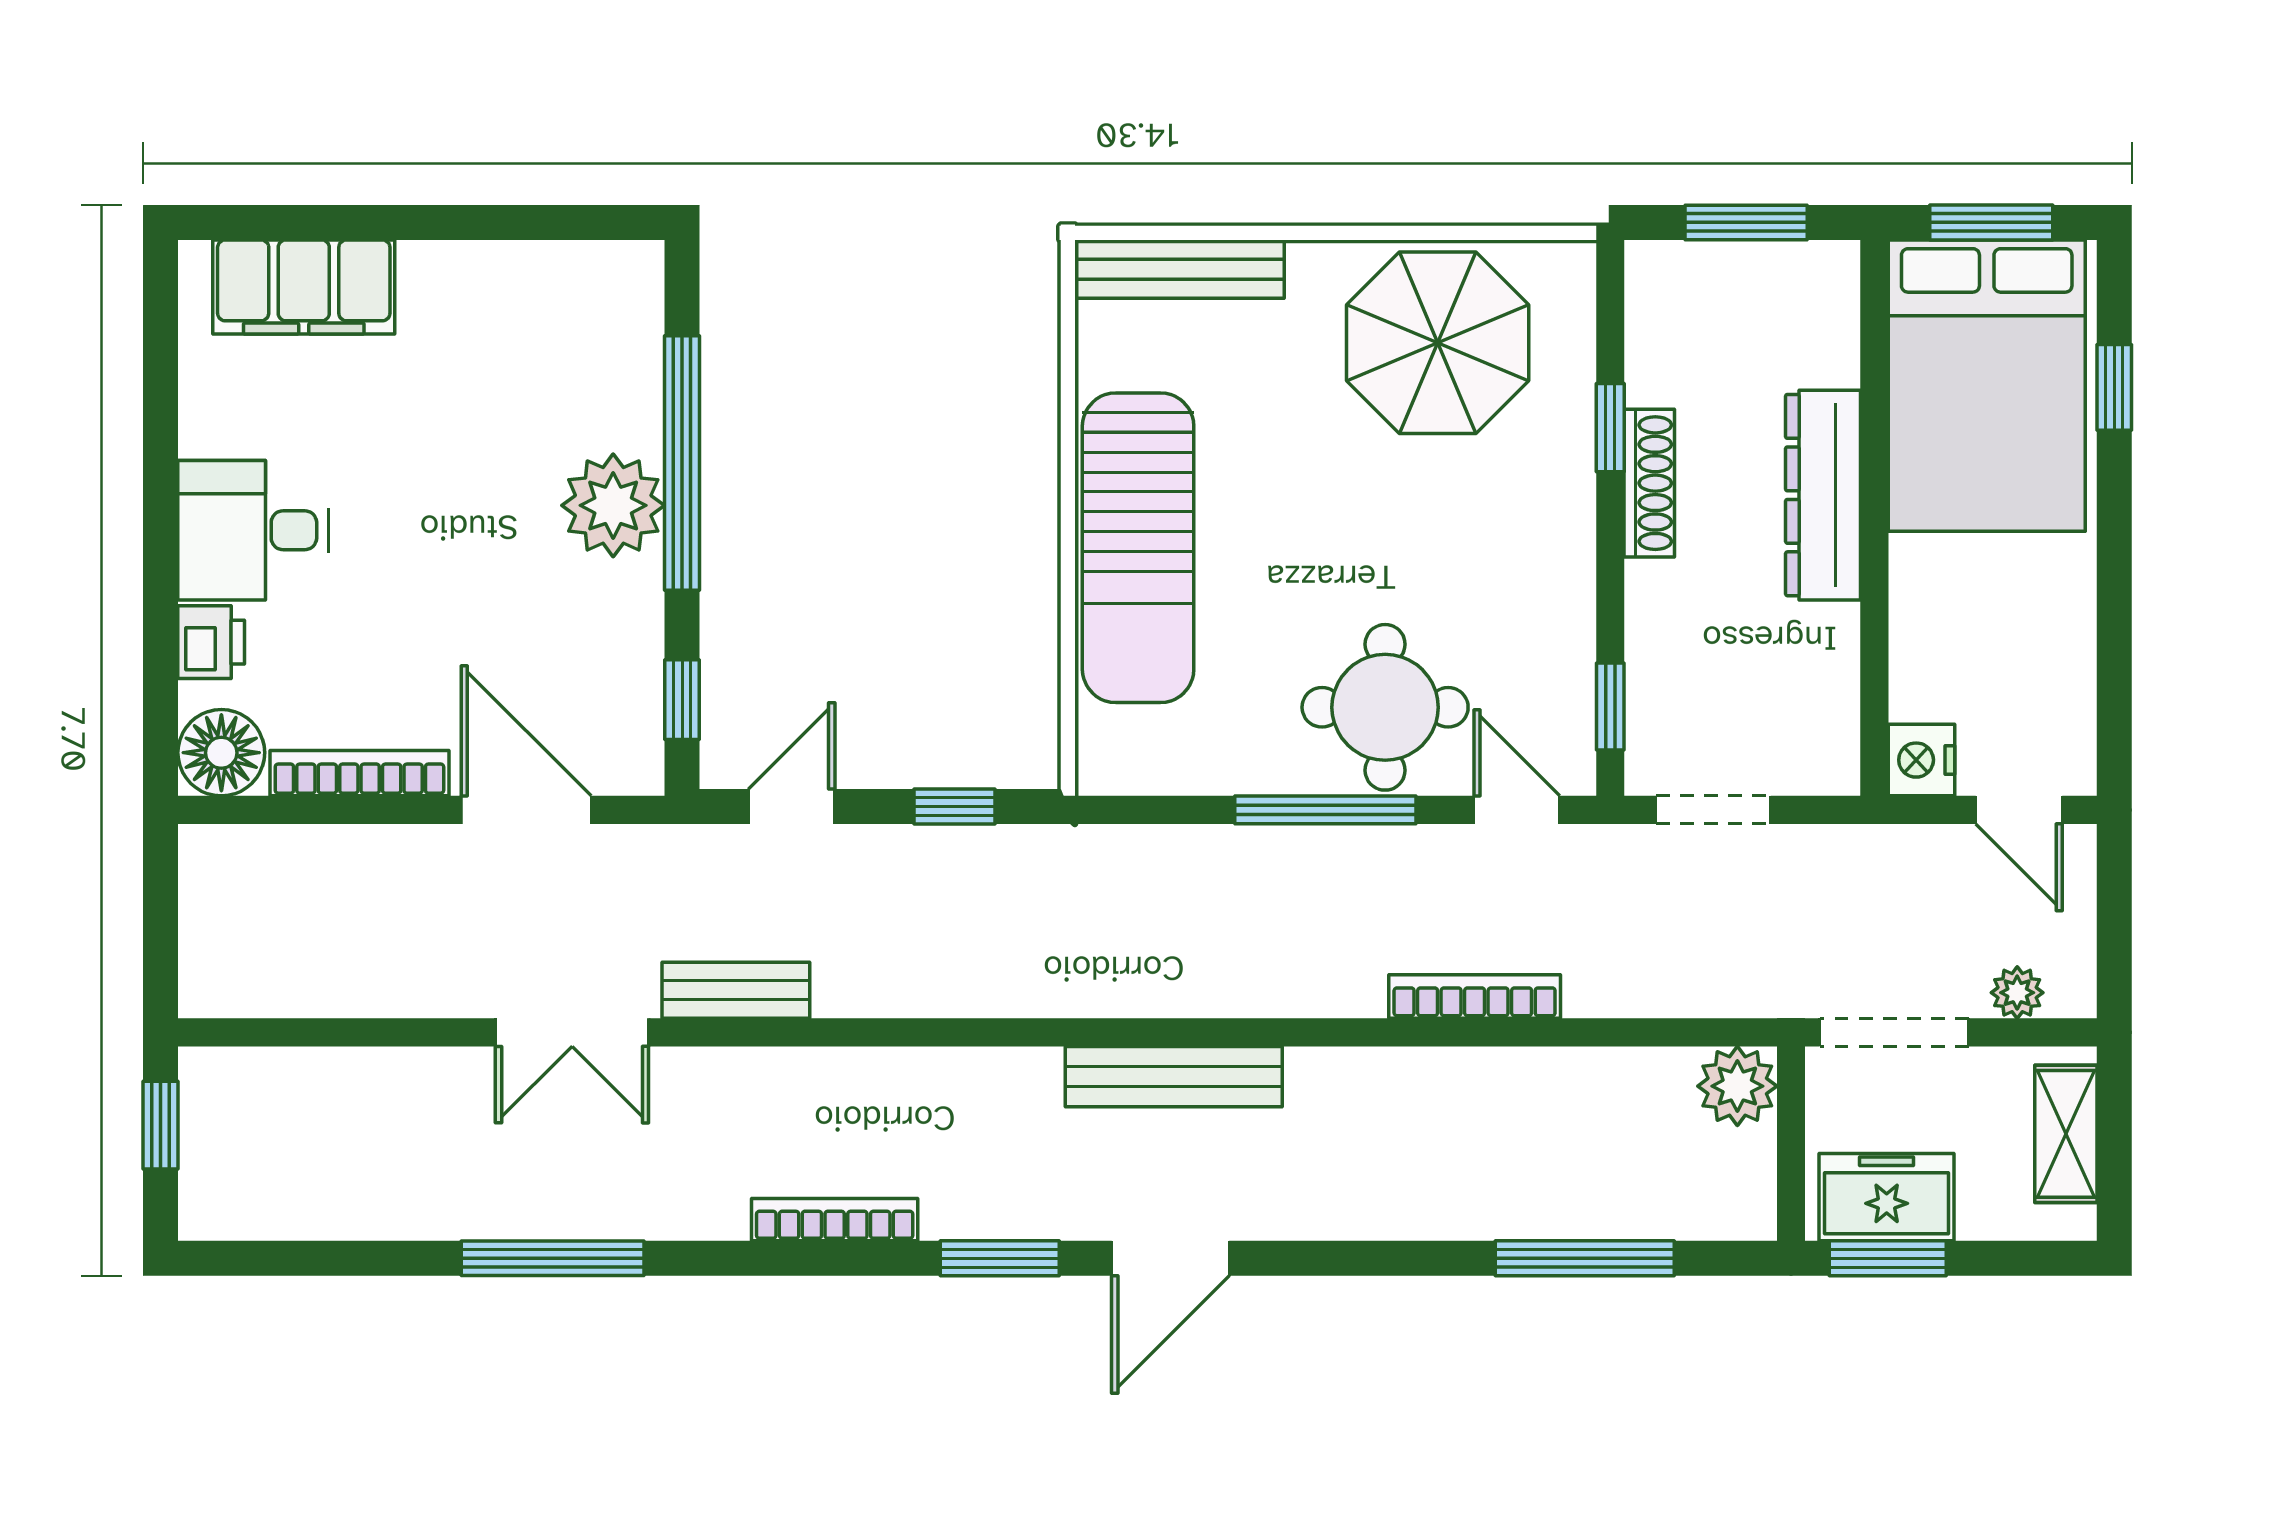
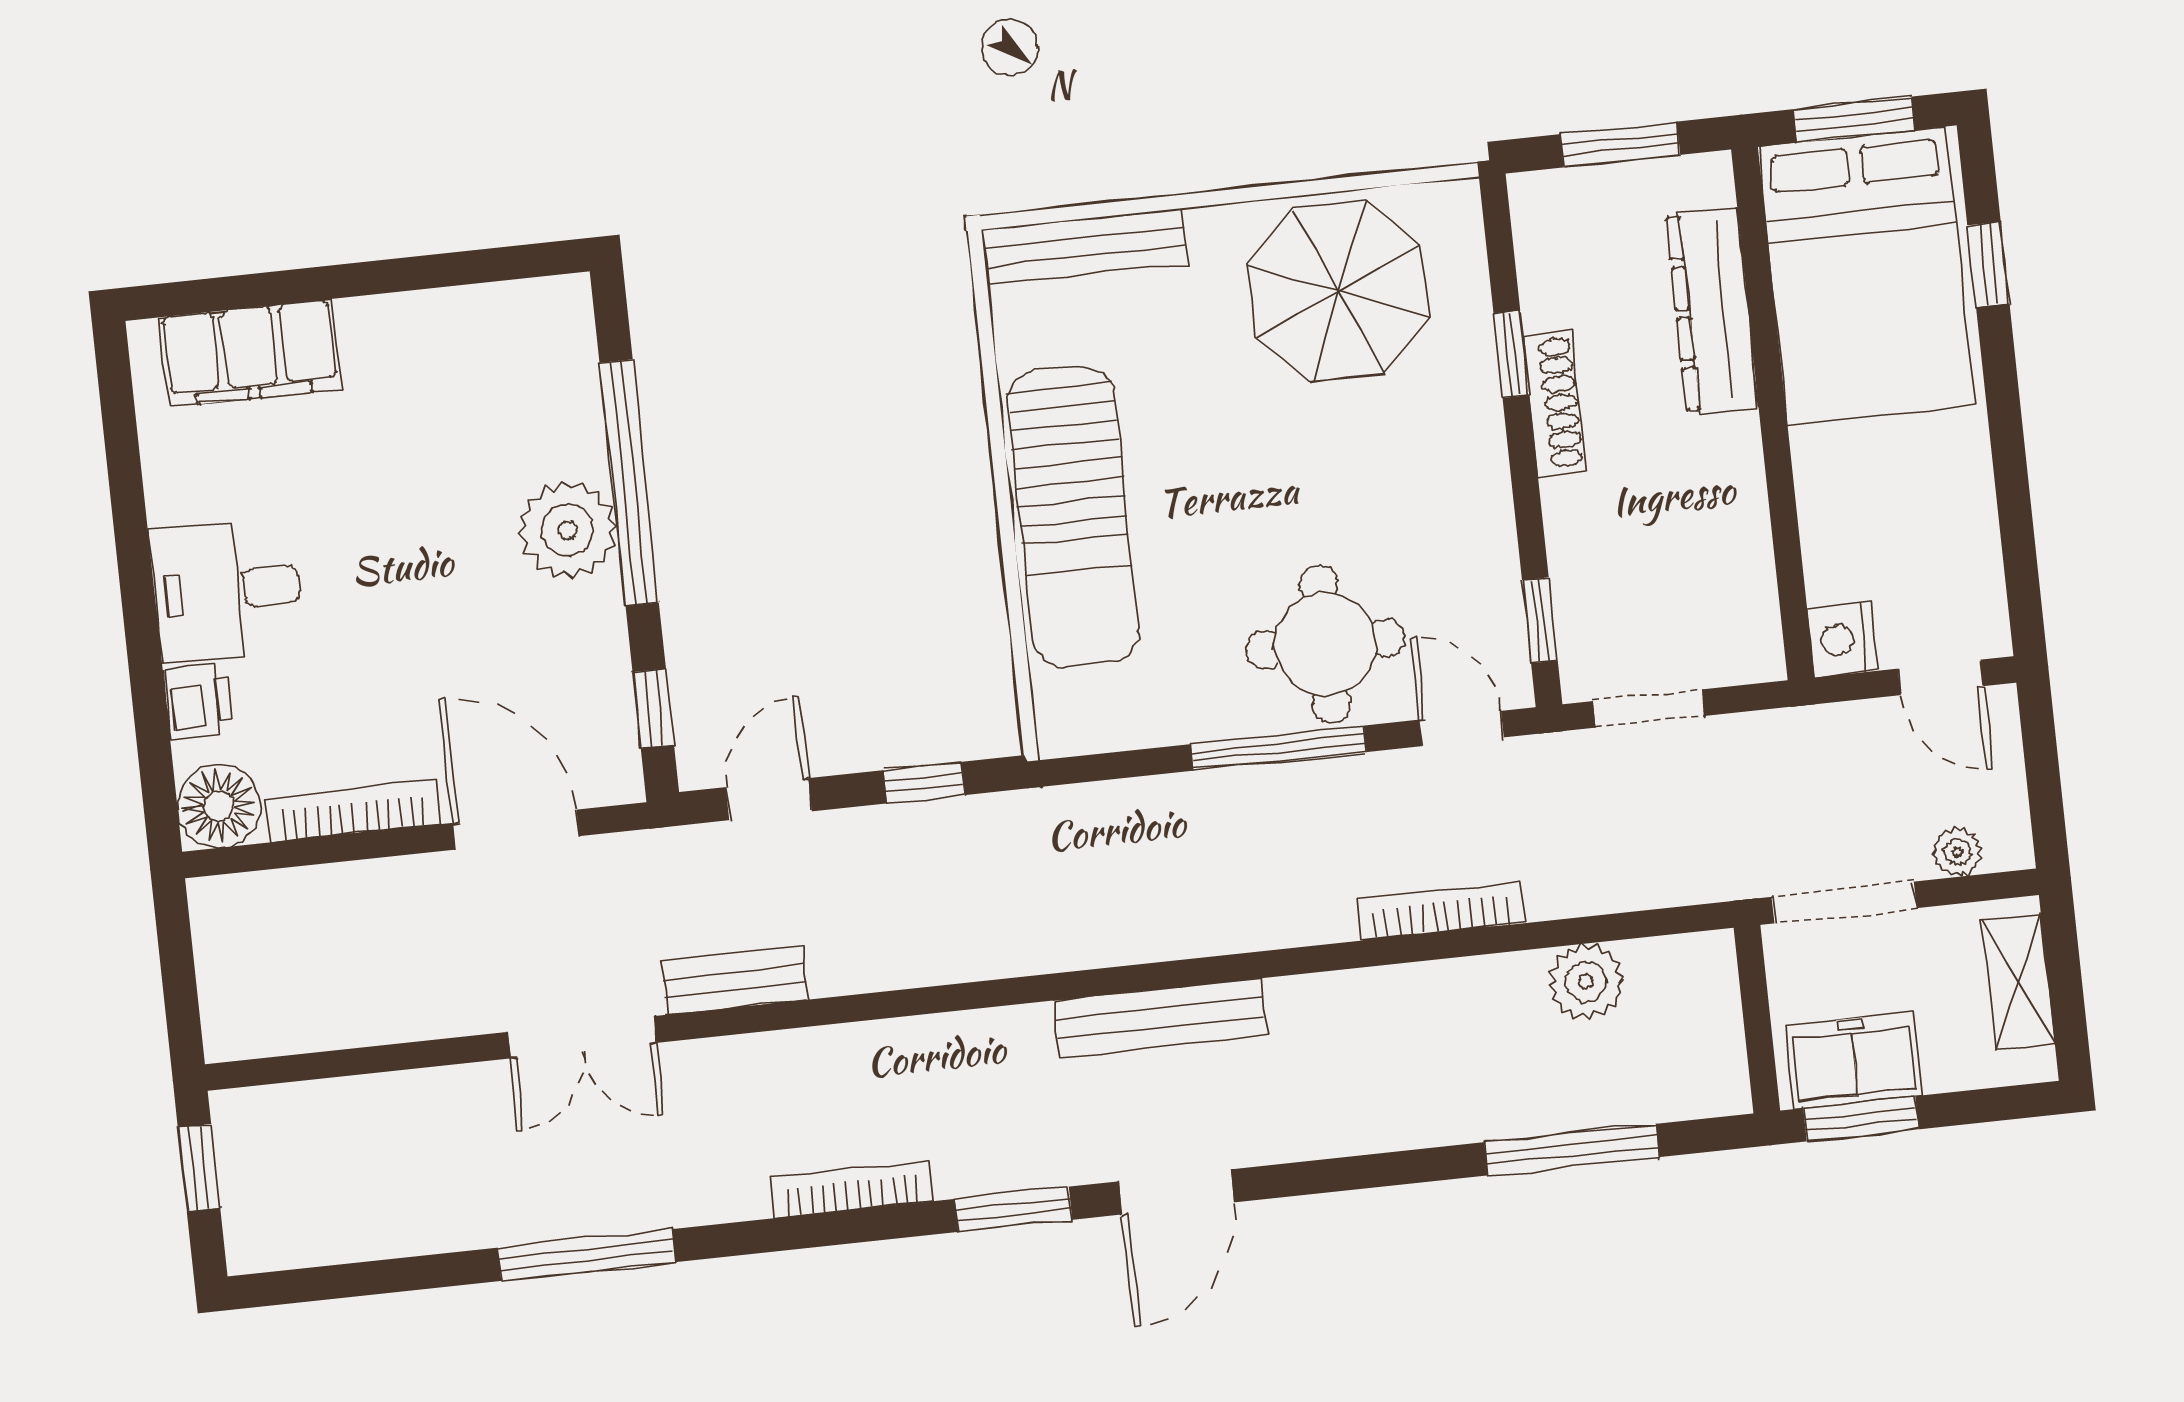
dresser: (1823, 495) -> (1712, 311), moved
plant: (1737, 1086) -> (1586, 982), moved

